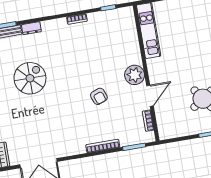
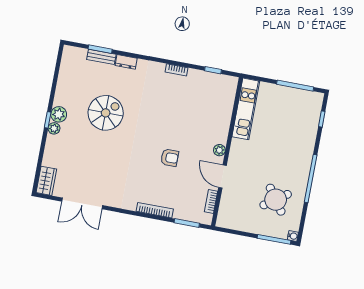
plant: (135, 75) -> (219, 150), width x0.53, depth x0.53
armchair: (99, 96) -> (170, 158), turned -70
door: (150, 96) -> (222, 177), swing flipped

